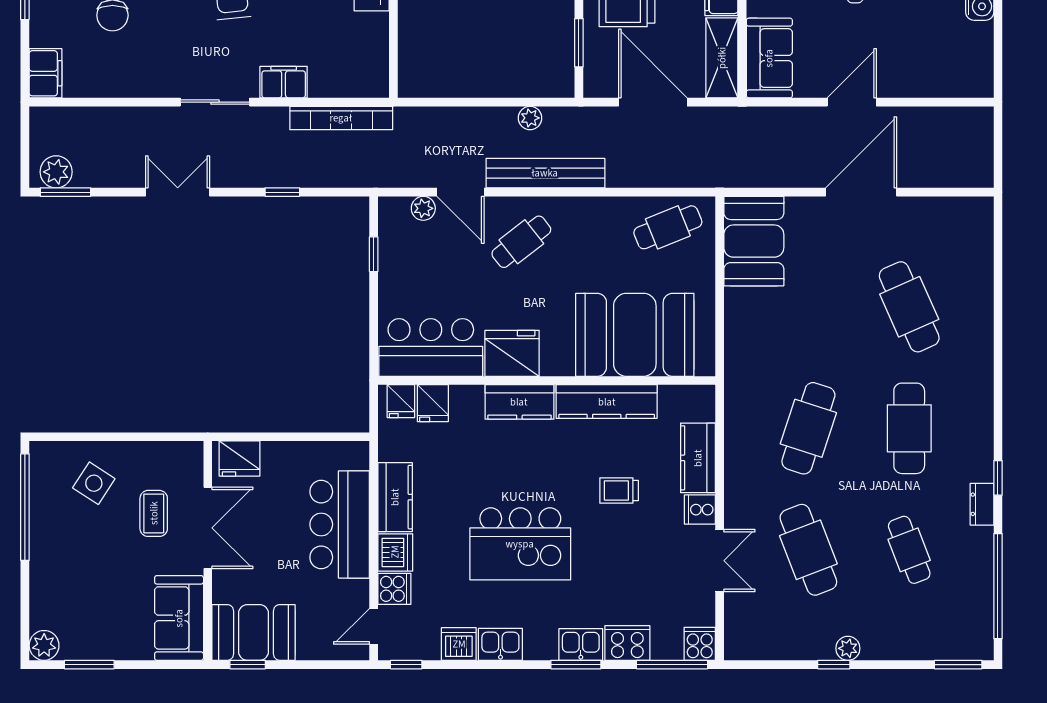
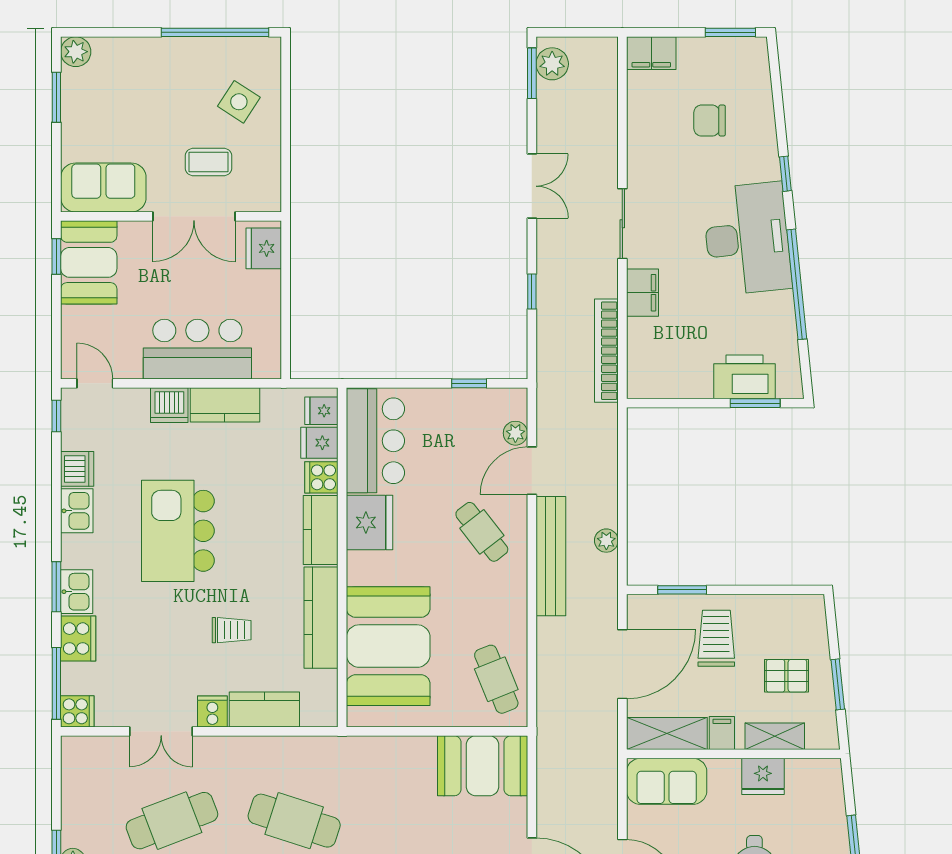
trolley: (619, 490) -> (232, 630), turned 90
cooker: (394, 589) -> (321, 477), moved, turned 90

